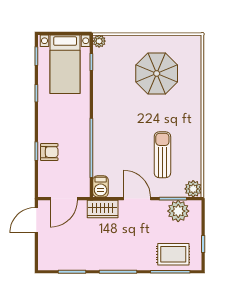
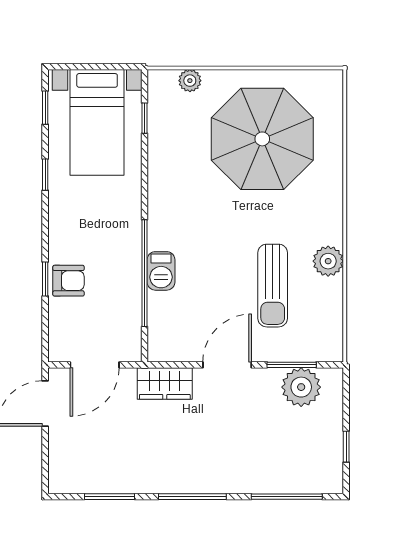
plant: (99, 41) -> (190, 81), moved
parasol: (157, 73) -> (262, 139), width x1.36, depth x1.36
sun lounger: (162, 155) -> (273, 286), turned 180
barbecue: (101, 186) -> (161, 271), moved
plant: (193, 189) -> (328, 261), moved
door: (137, 199) -> (227, 365), hinge flipped
rug: (173, 254) -> (292, 465), removed

